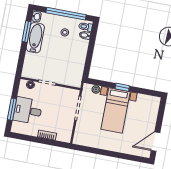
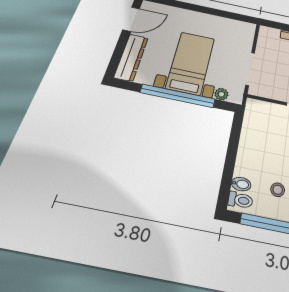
window: (122, 87) -> (178, 96), width x3.17
dresser: (152, 112) -> (131, 57), added

